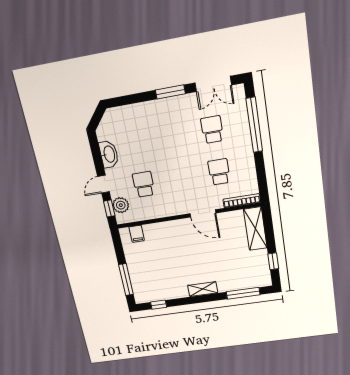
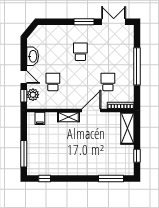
double door: (213, 84) -> (114, 22), swing flipped
window: (254, 125) -> (137, 66), moved
school desk: (212, 130) -> (80, 52), moved
door: (104, 184) -> (24, 77), swing flipped
door: (203, 213) -> (91, 110), swing flipped
shelving: (203, 289) -> (68, 117), moved

